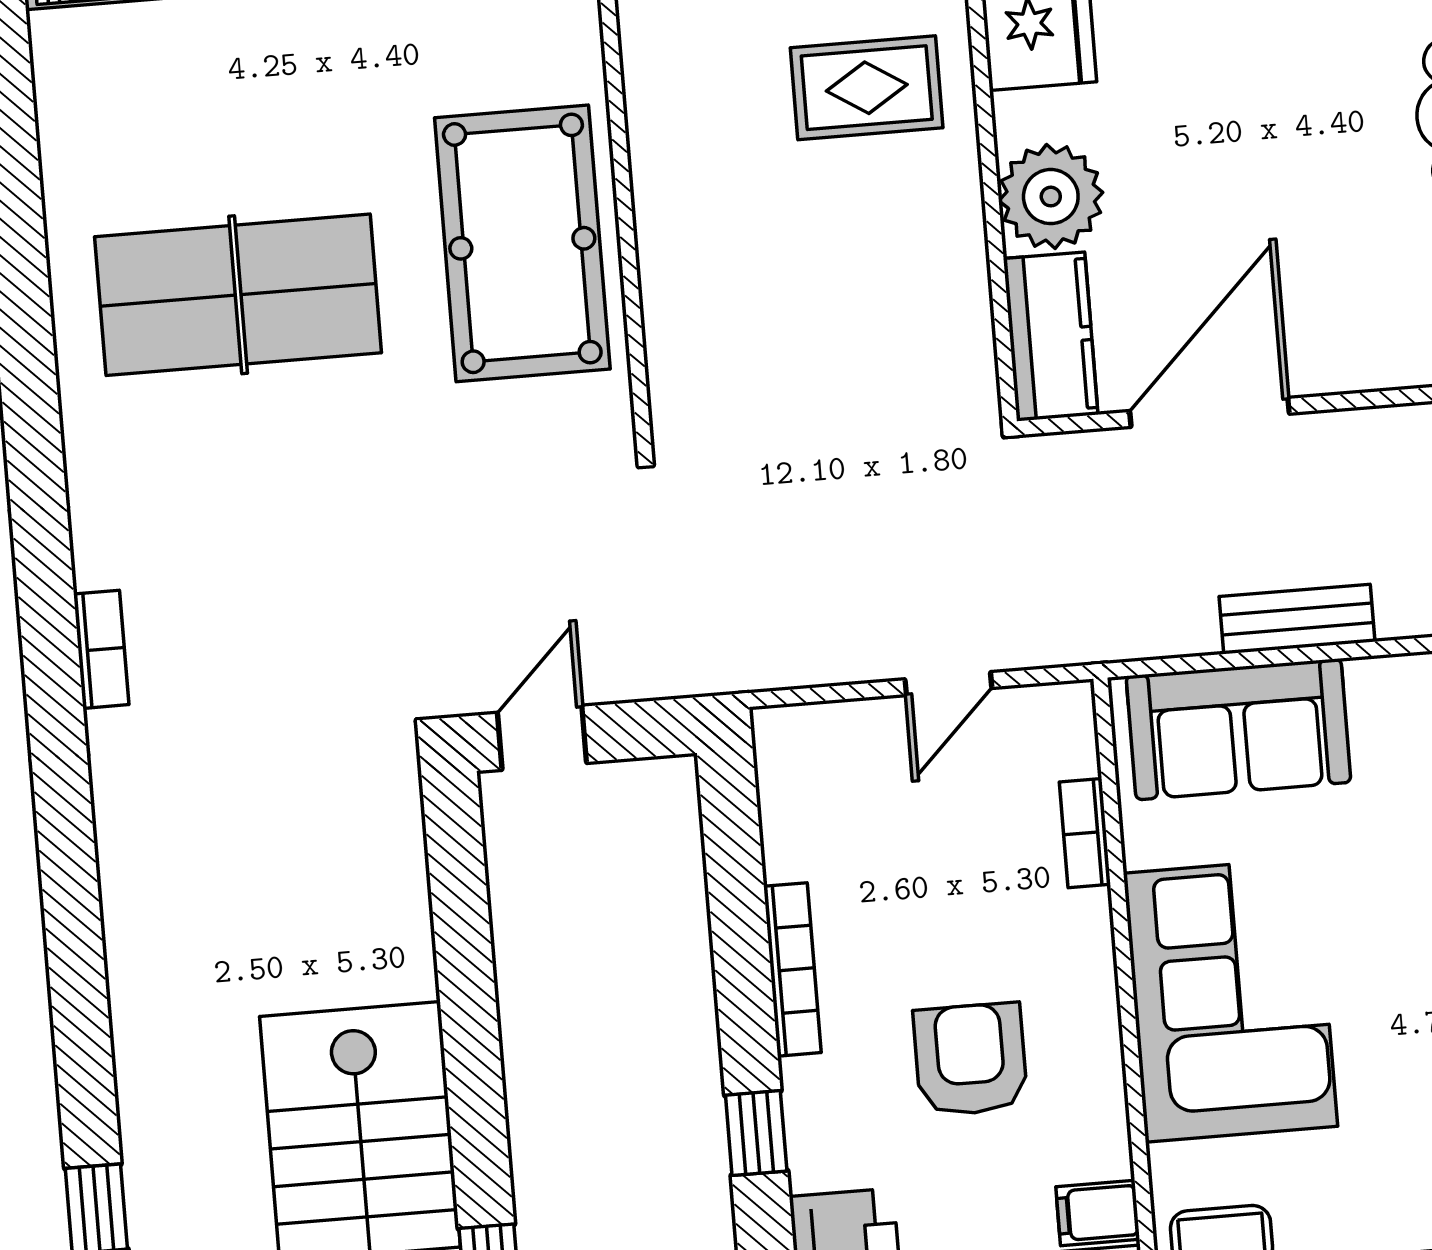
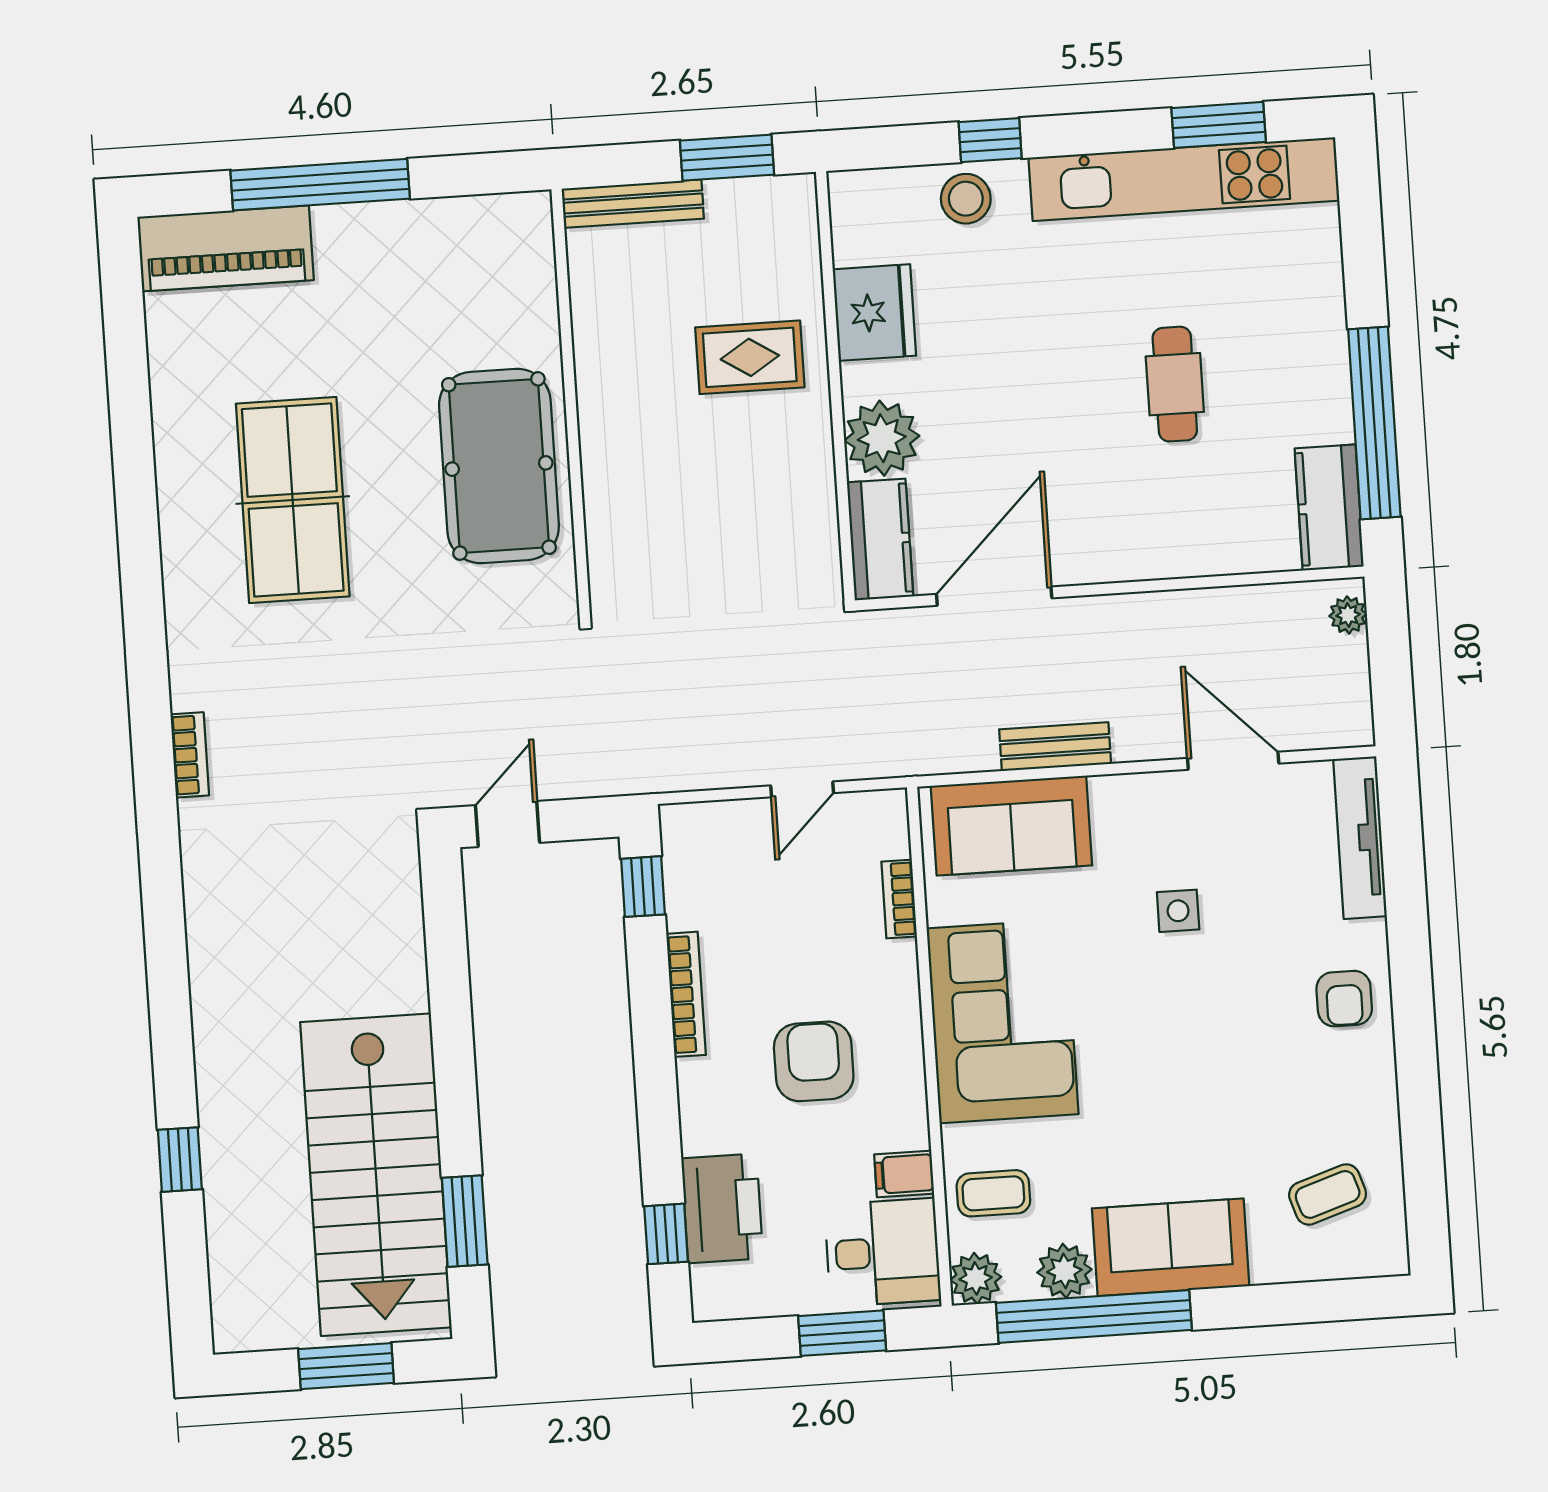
table tennis table: (238, 295) -> (293, 500), turned 90
window: (756, 1133) -> (643, 887), moved

